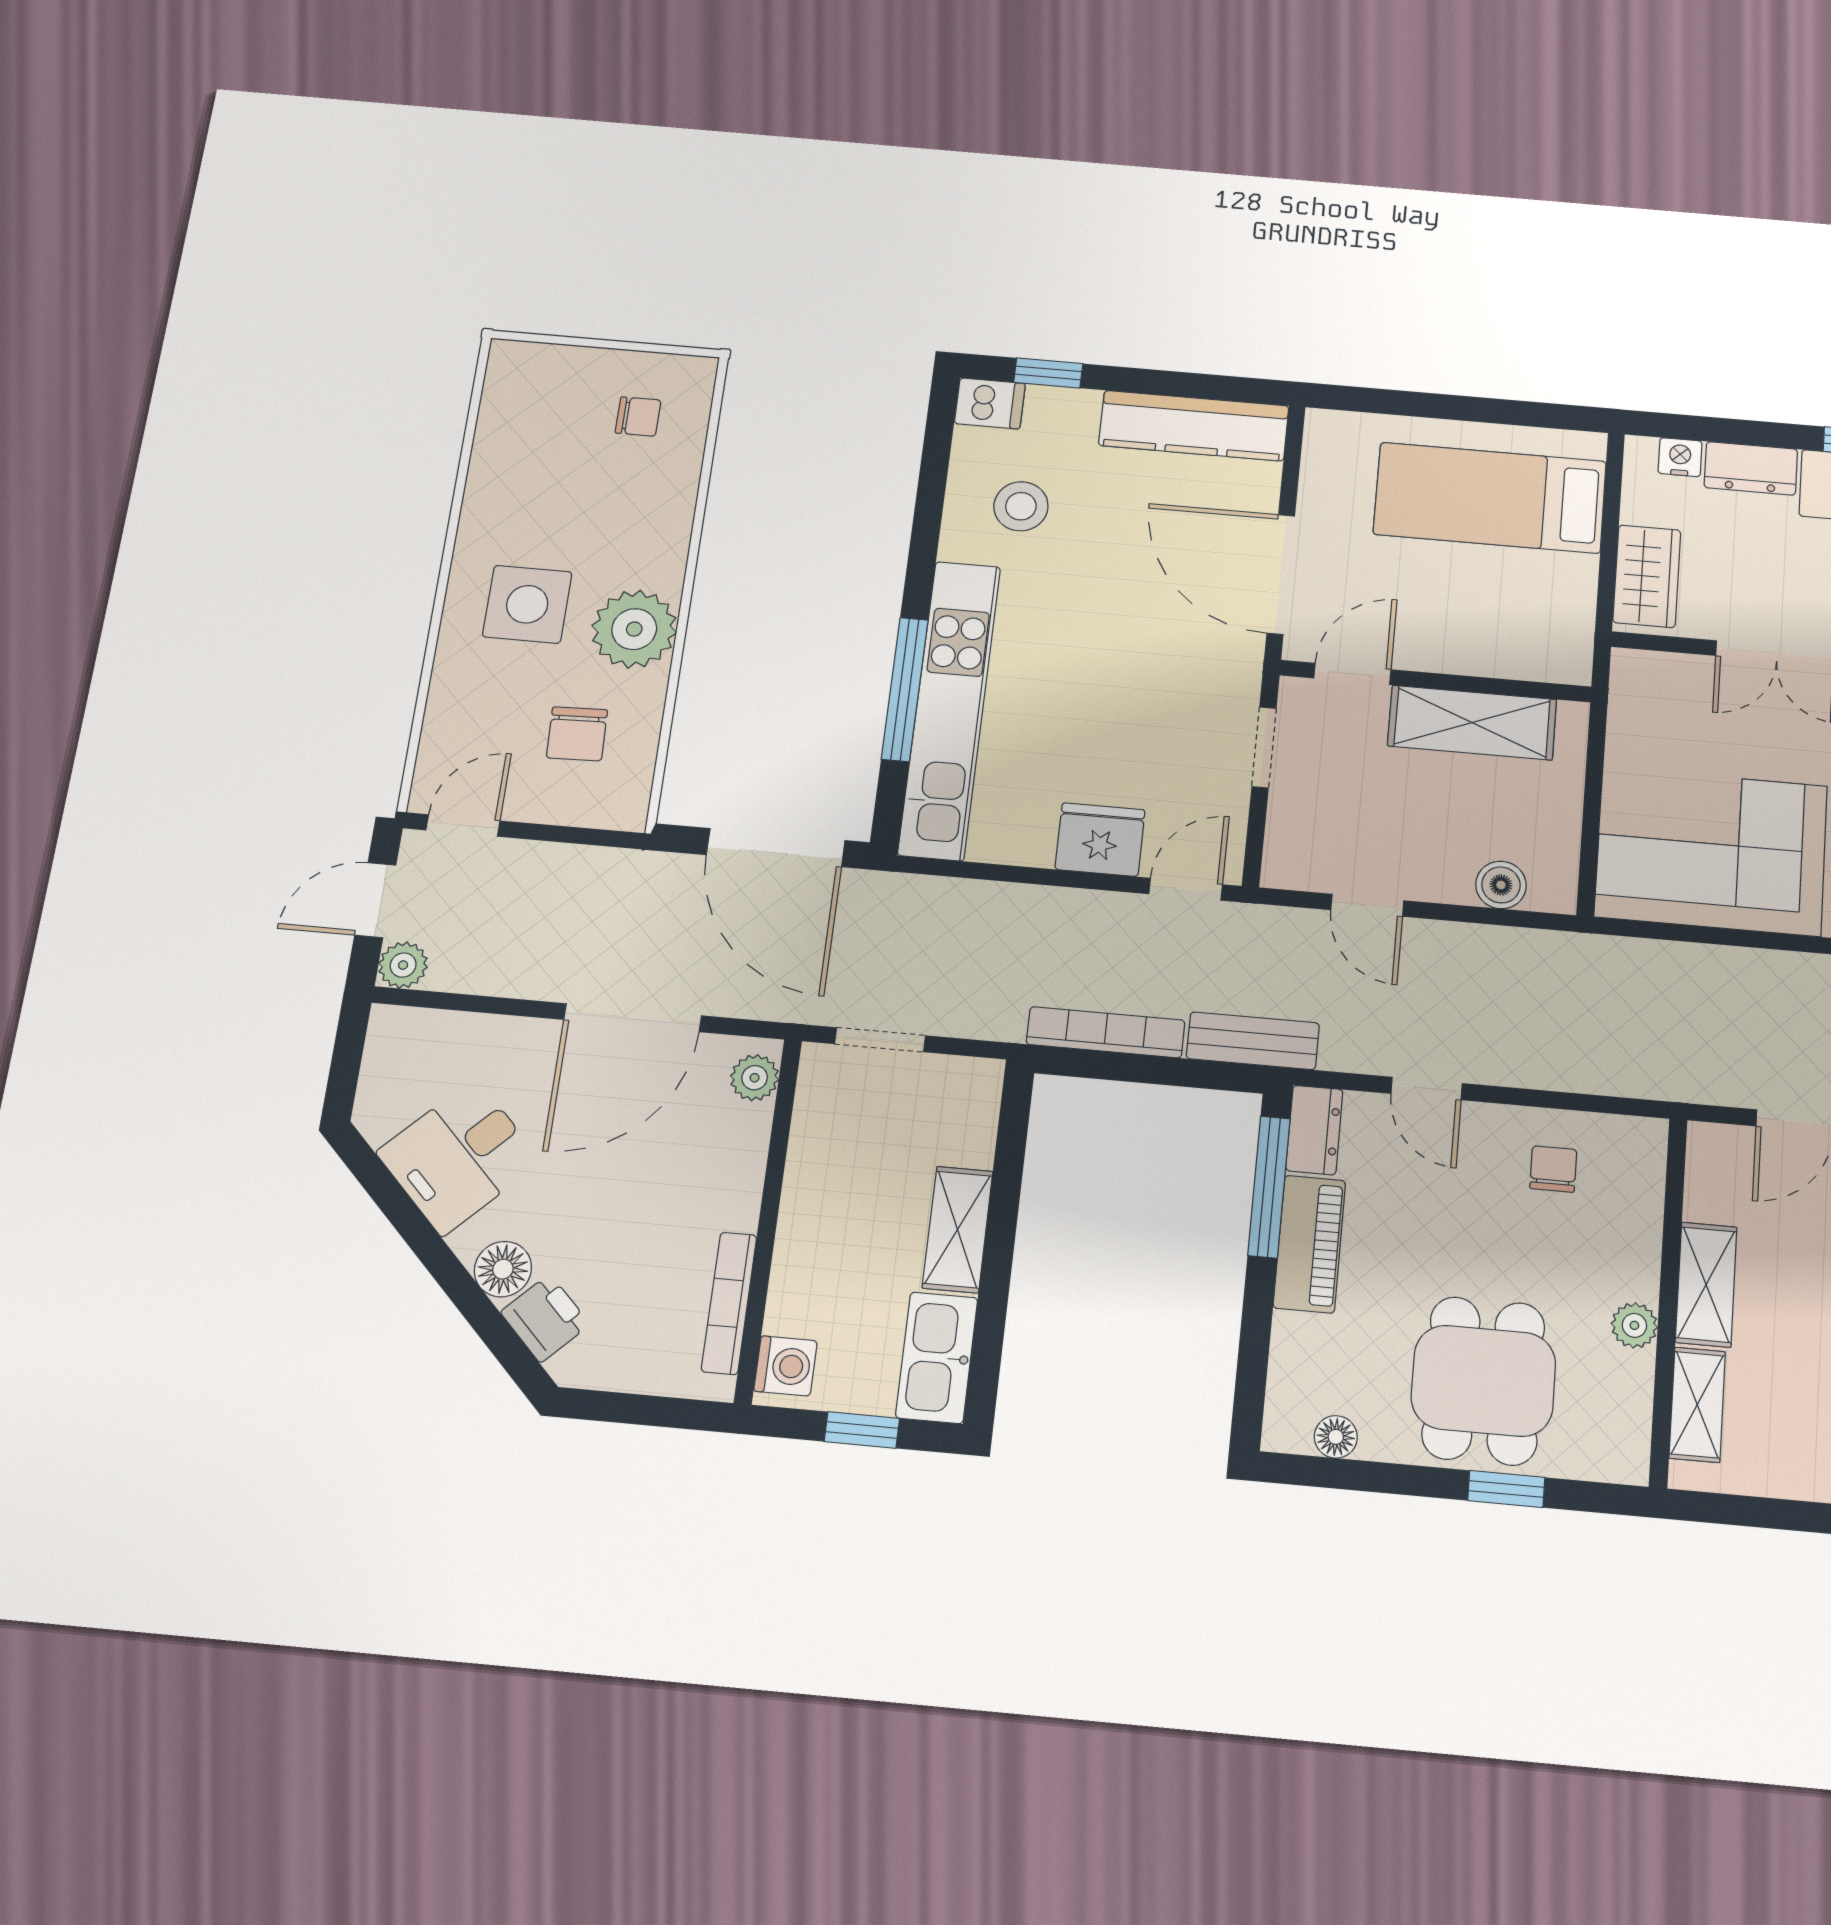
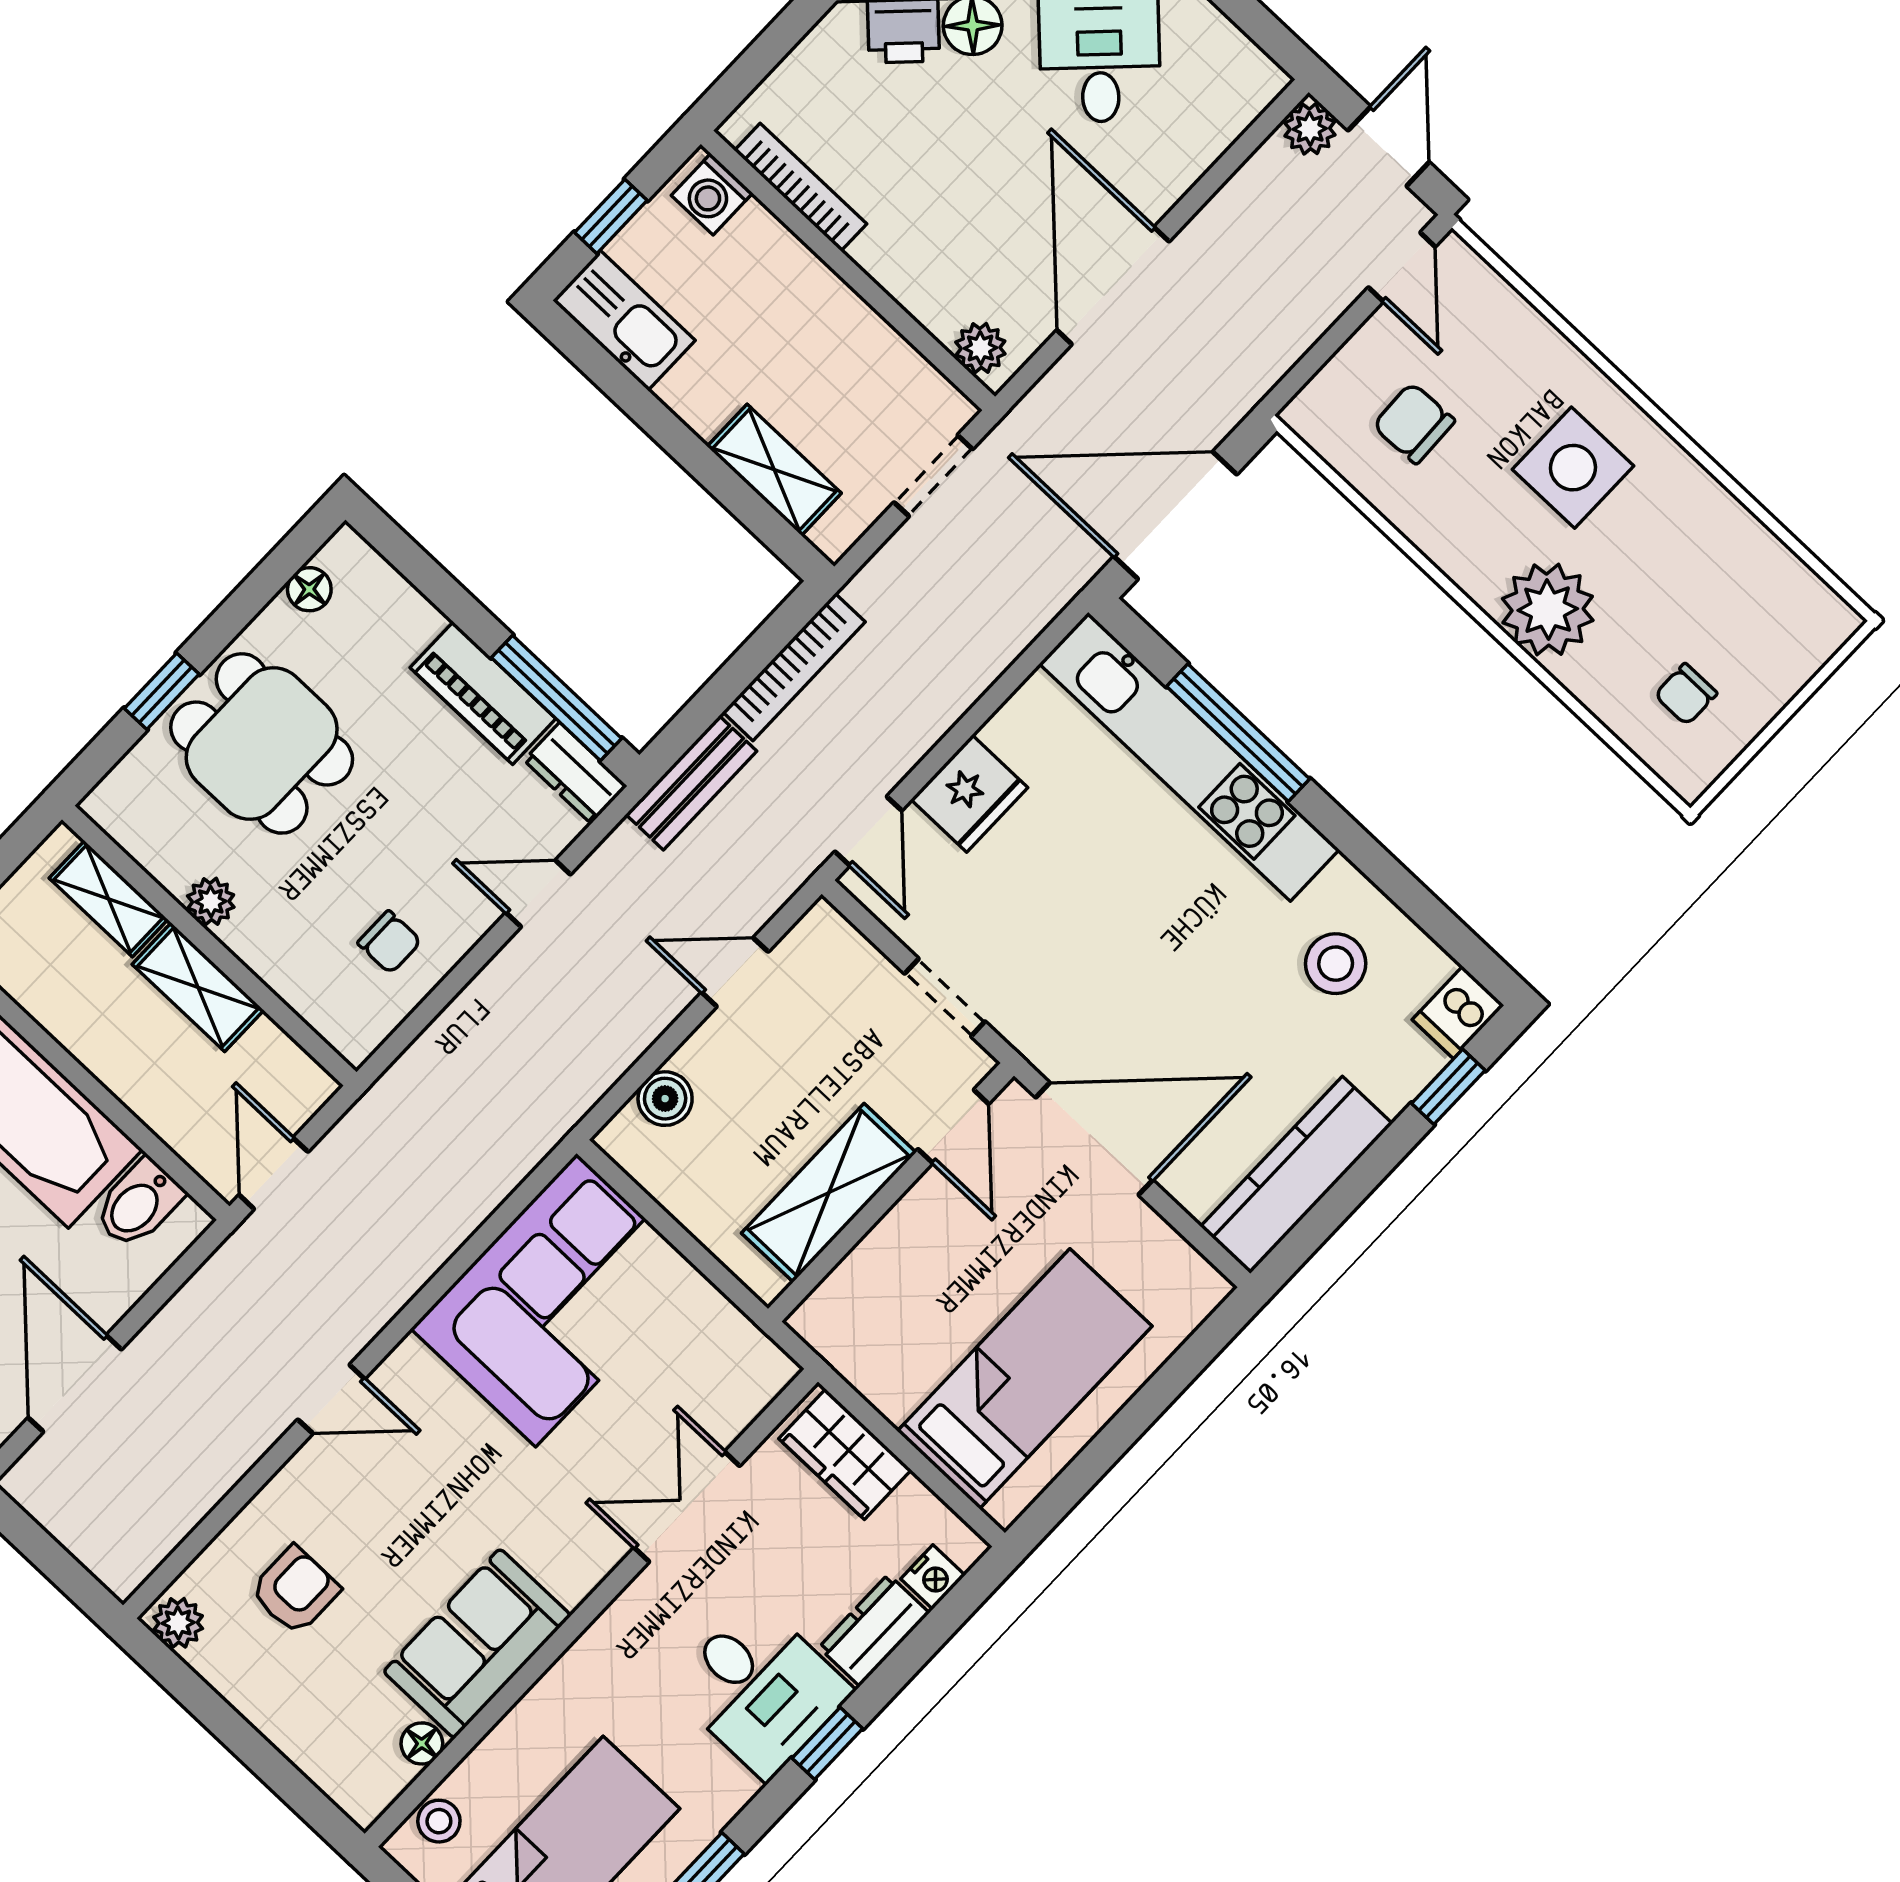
plant: (634, 629) -> (1548, 610), moved
shelving: (958, 1229) -> (774, 470), moved

